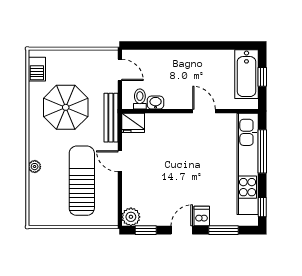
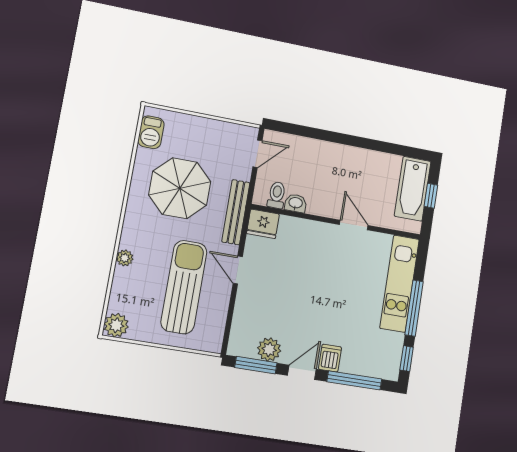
door: (120, 70) -> (257, 154), hinge flipped
window: (262, 151) -> (414, 308), moved
kitchen unit: (248, 164) -> (400, 284), width x0.73
plant: (37, 217) -> (116, 325), added
plant: (131, 217) -> (269, 349), moved
window: (146, 230) -> (256, 365), width x1.50
window: (223, 230) -> (354, 380), width x1.44

